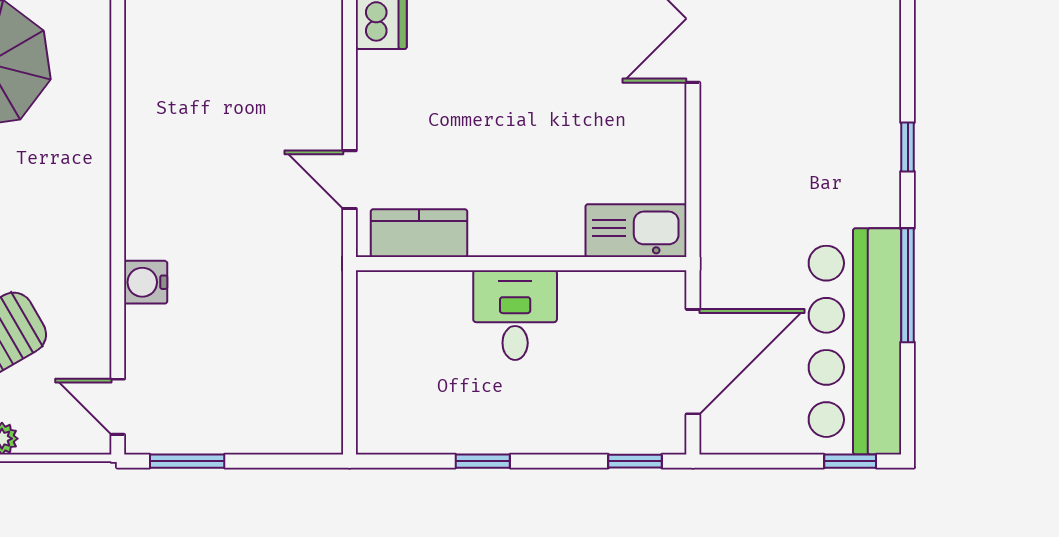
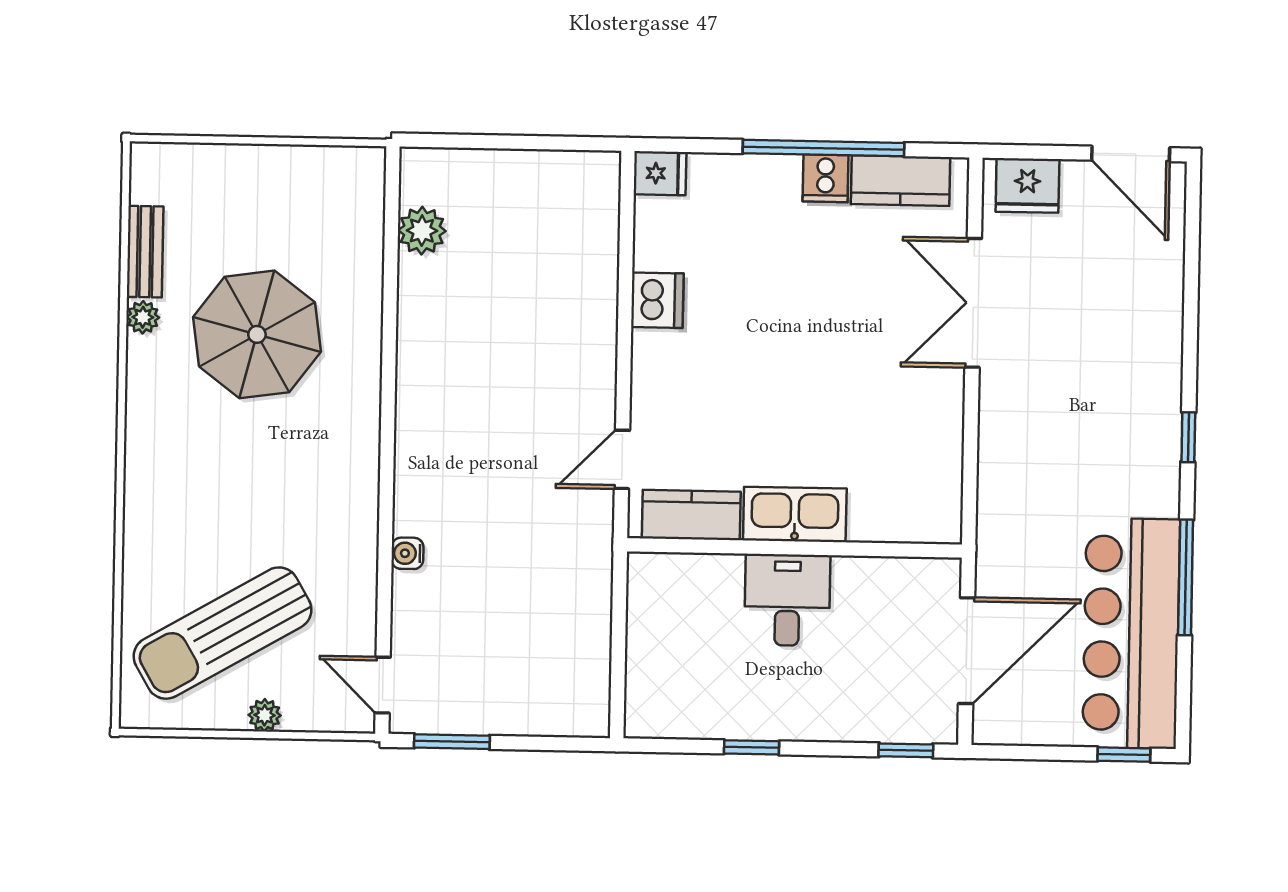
door: (350, 180) -> (622, 459), hinge flipped
kitchen sink: (636, 231) -> (795, 514), moved
water cooler: (146, 282) -> (407, 553), width x0.72, depth x0.72

